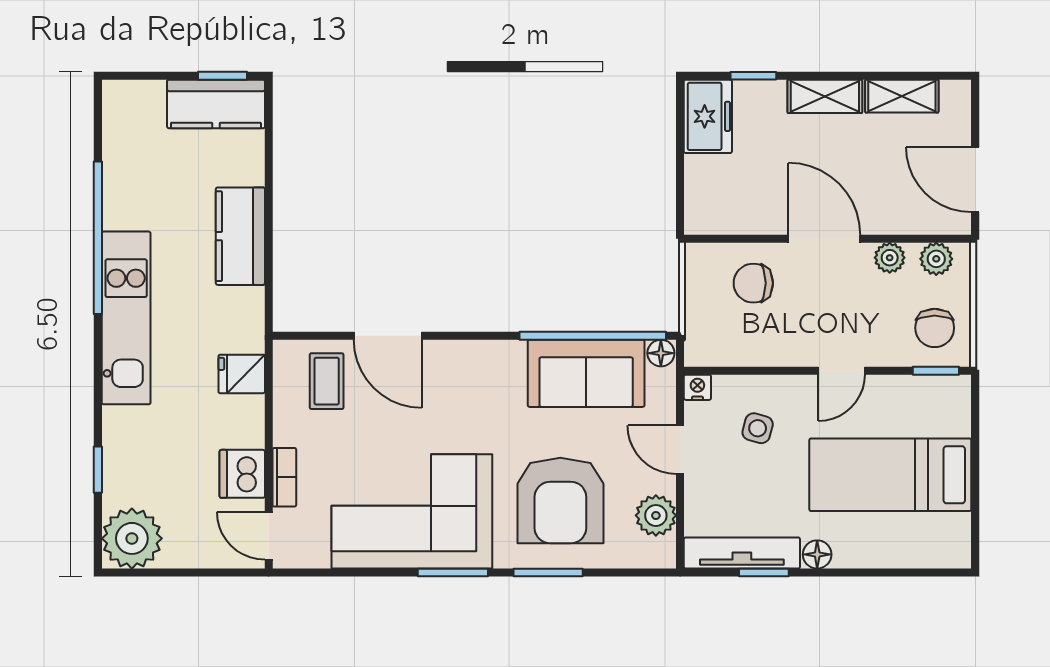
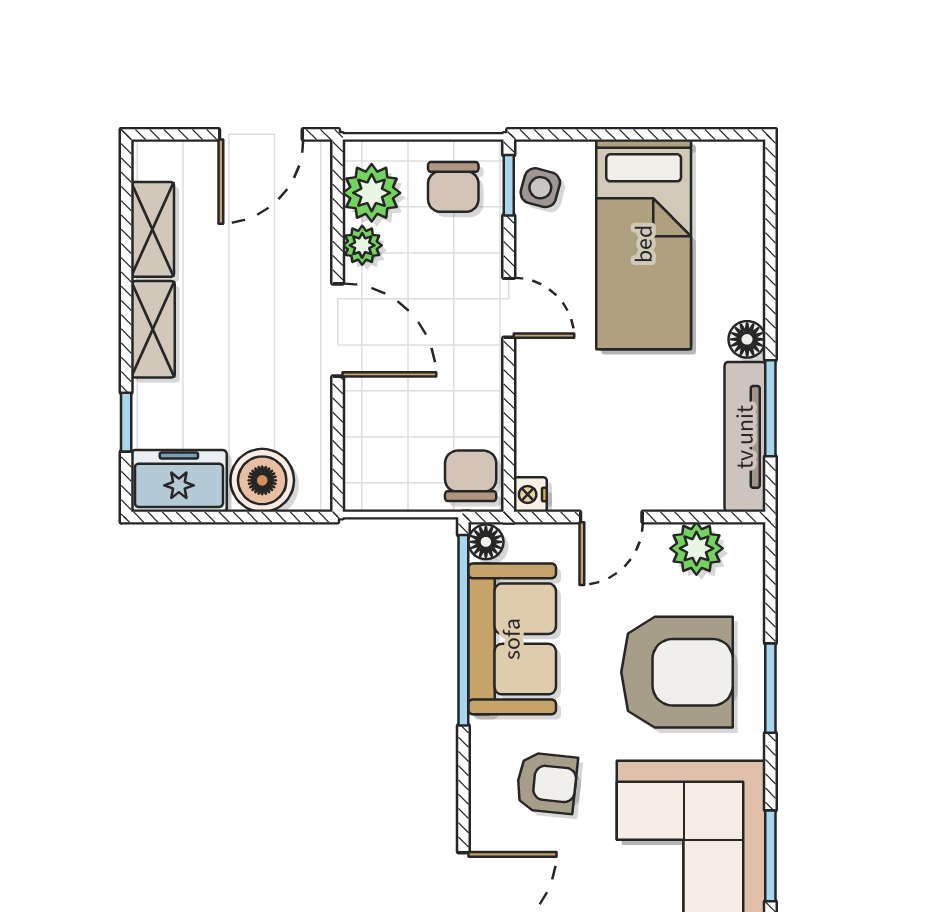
boiler: (708, 181) -> (262, 480), added
door: (824, 239) -> (338, 330), swing flipped
plant: (936, 259) -> (372, 193), width x1.38, depth x1.38
chair: (753, 283) -> (471, 476), moved, turned 180
chair: (935, 328) -> (453, 187), turned 90
armchair: (475, 400) -> (547, 783), added
side table: (758, 428) -> (540, 188), moved
window: (453, 573) -> (770, 856), moved
window: (764, 573) -> (770, 408), width x1.50

